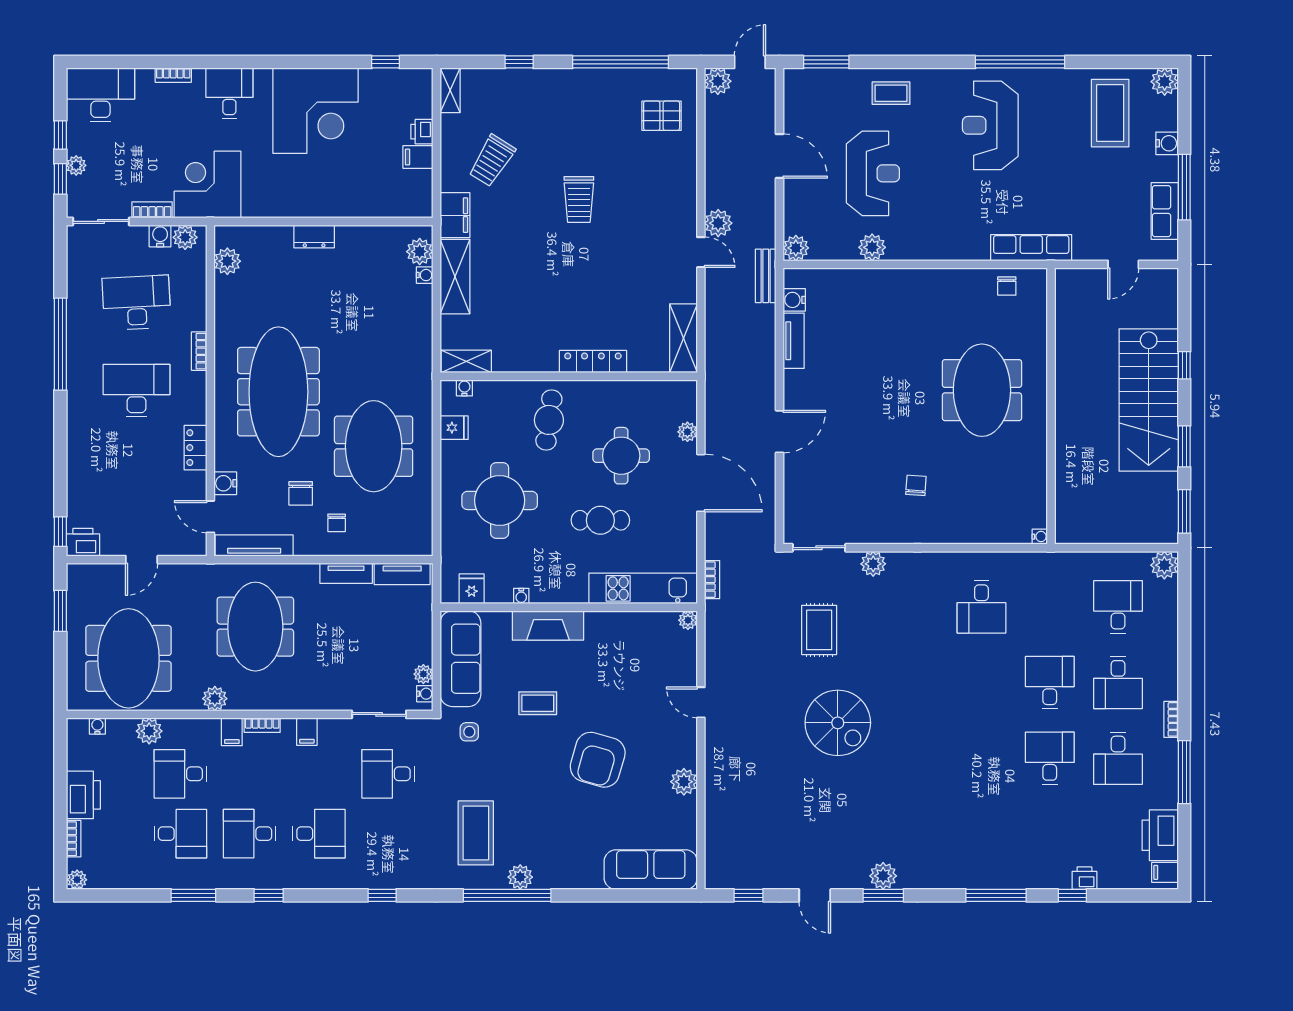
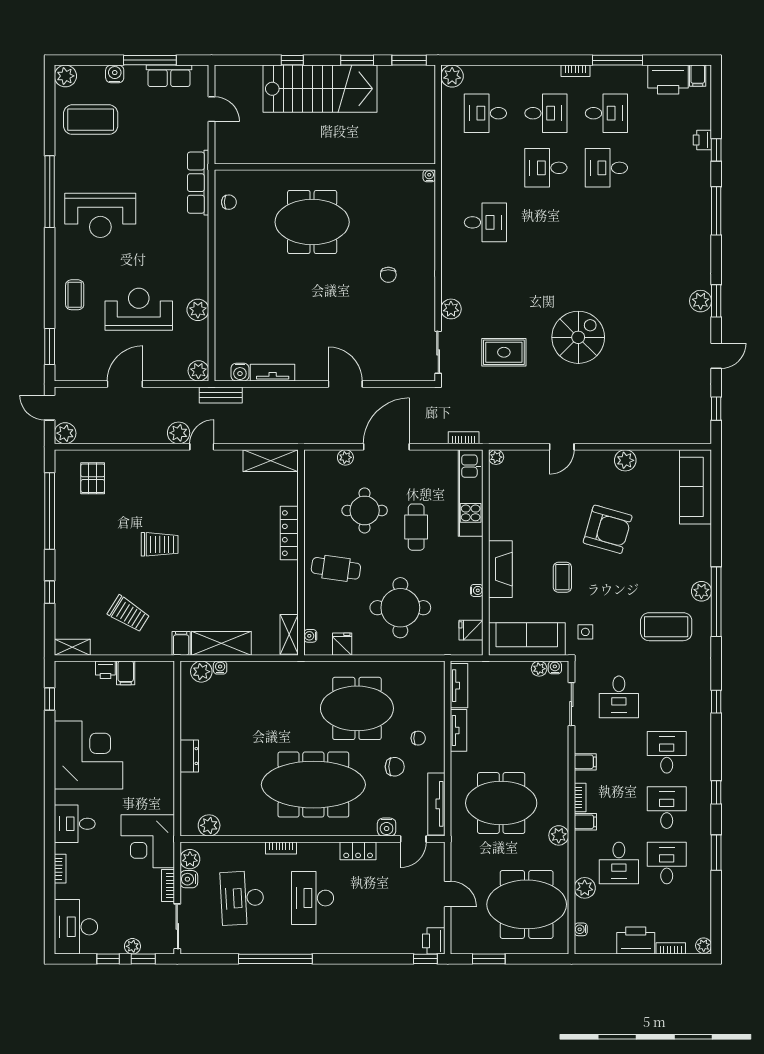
filing cabinet: (455, 215) -> (181, 643), width x0.50
chair: (916, 485) -> (388, 275), turned -94
desk: (250, 834) -> (667, 808), turned 180

